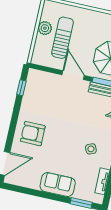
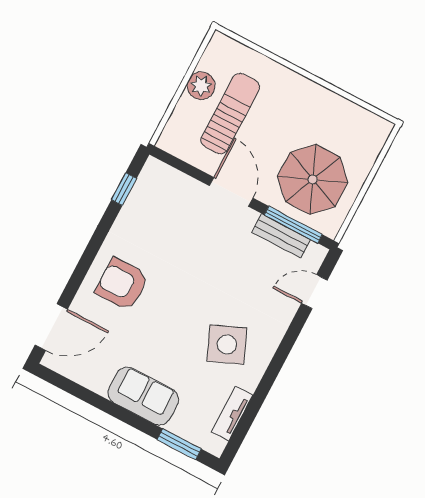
side table: (91, 149) -> (227, 345), width x1.87, depth x1.87

